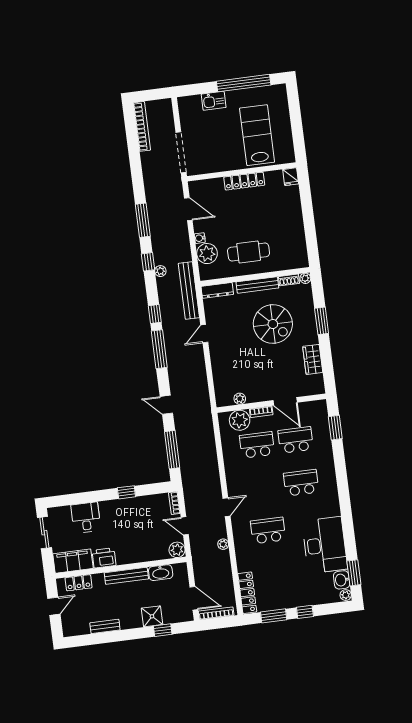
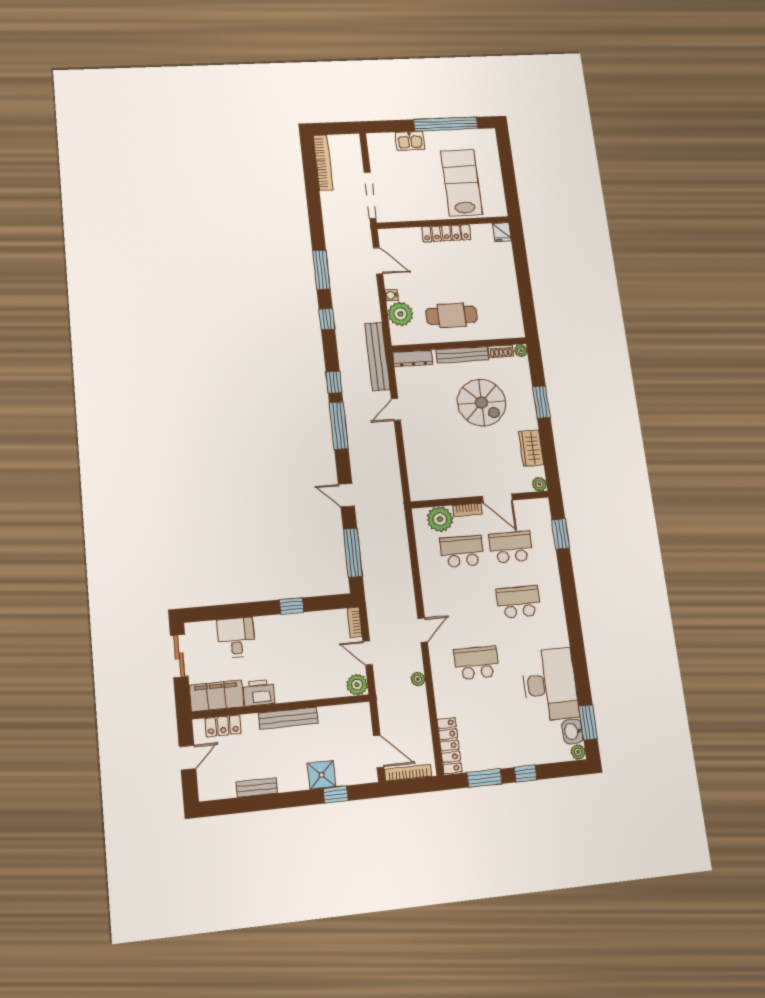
plant: (160, 271) -> (342, 331), removed
plant: (240, 399) -> (539, 484), moved
washbasin: (161, 573) -> (334, 715), removed

